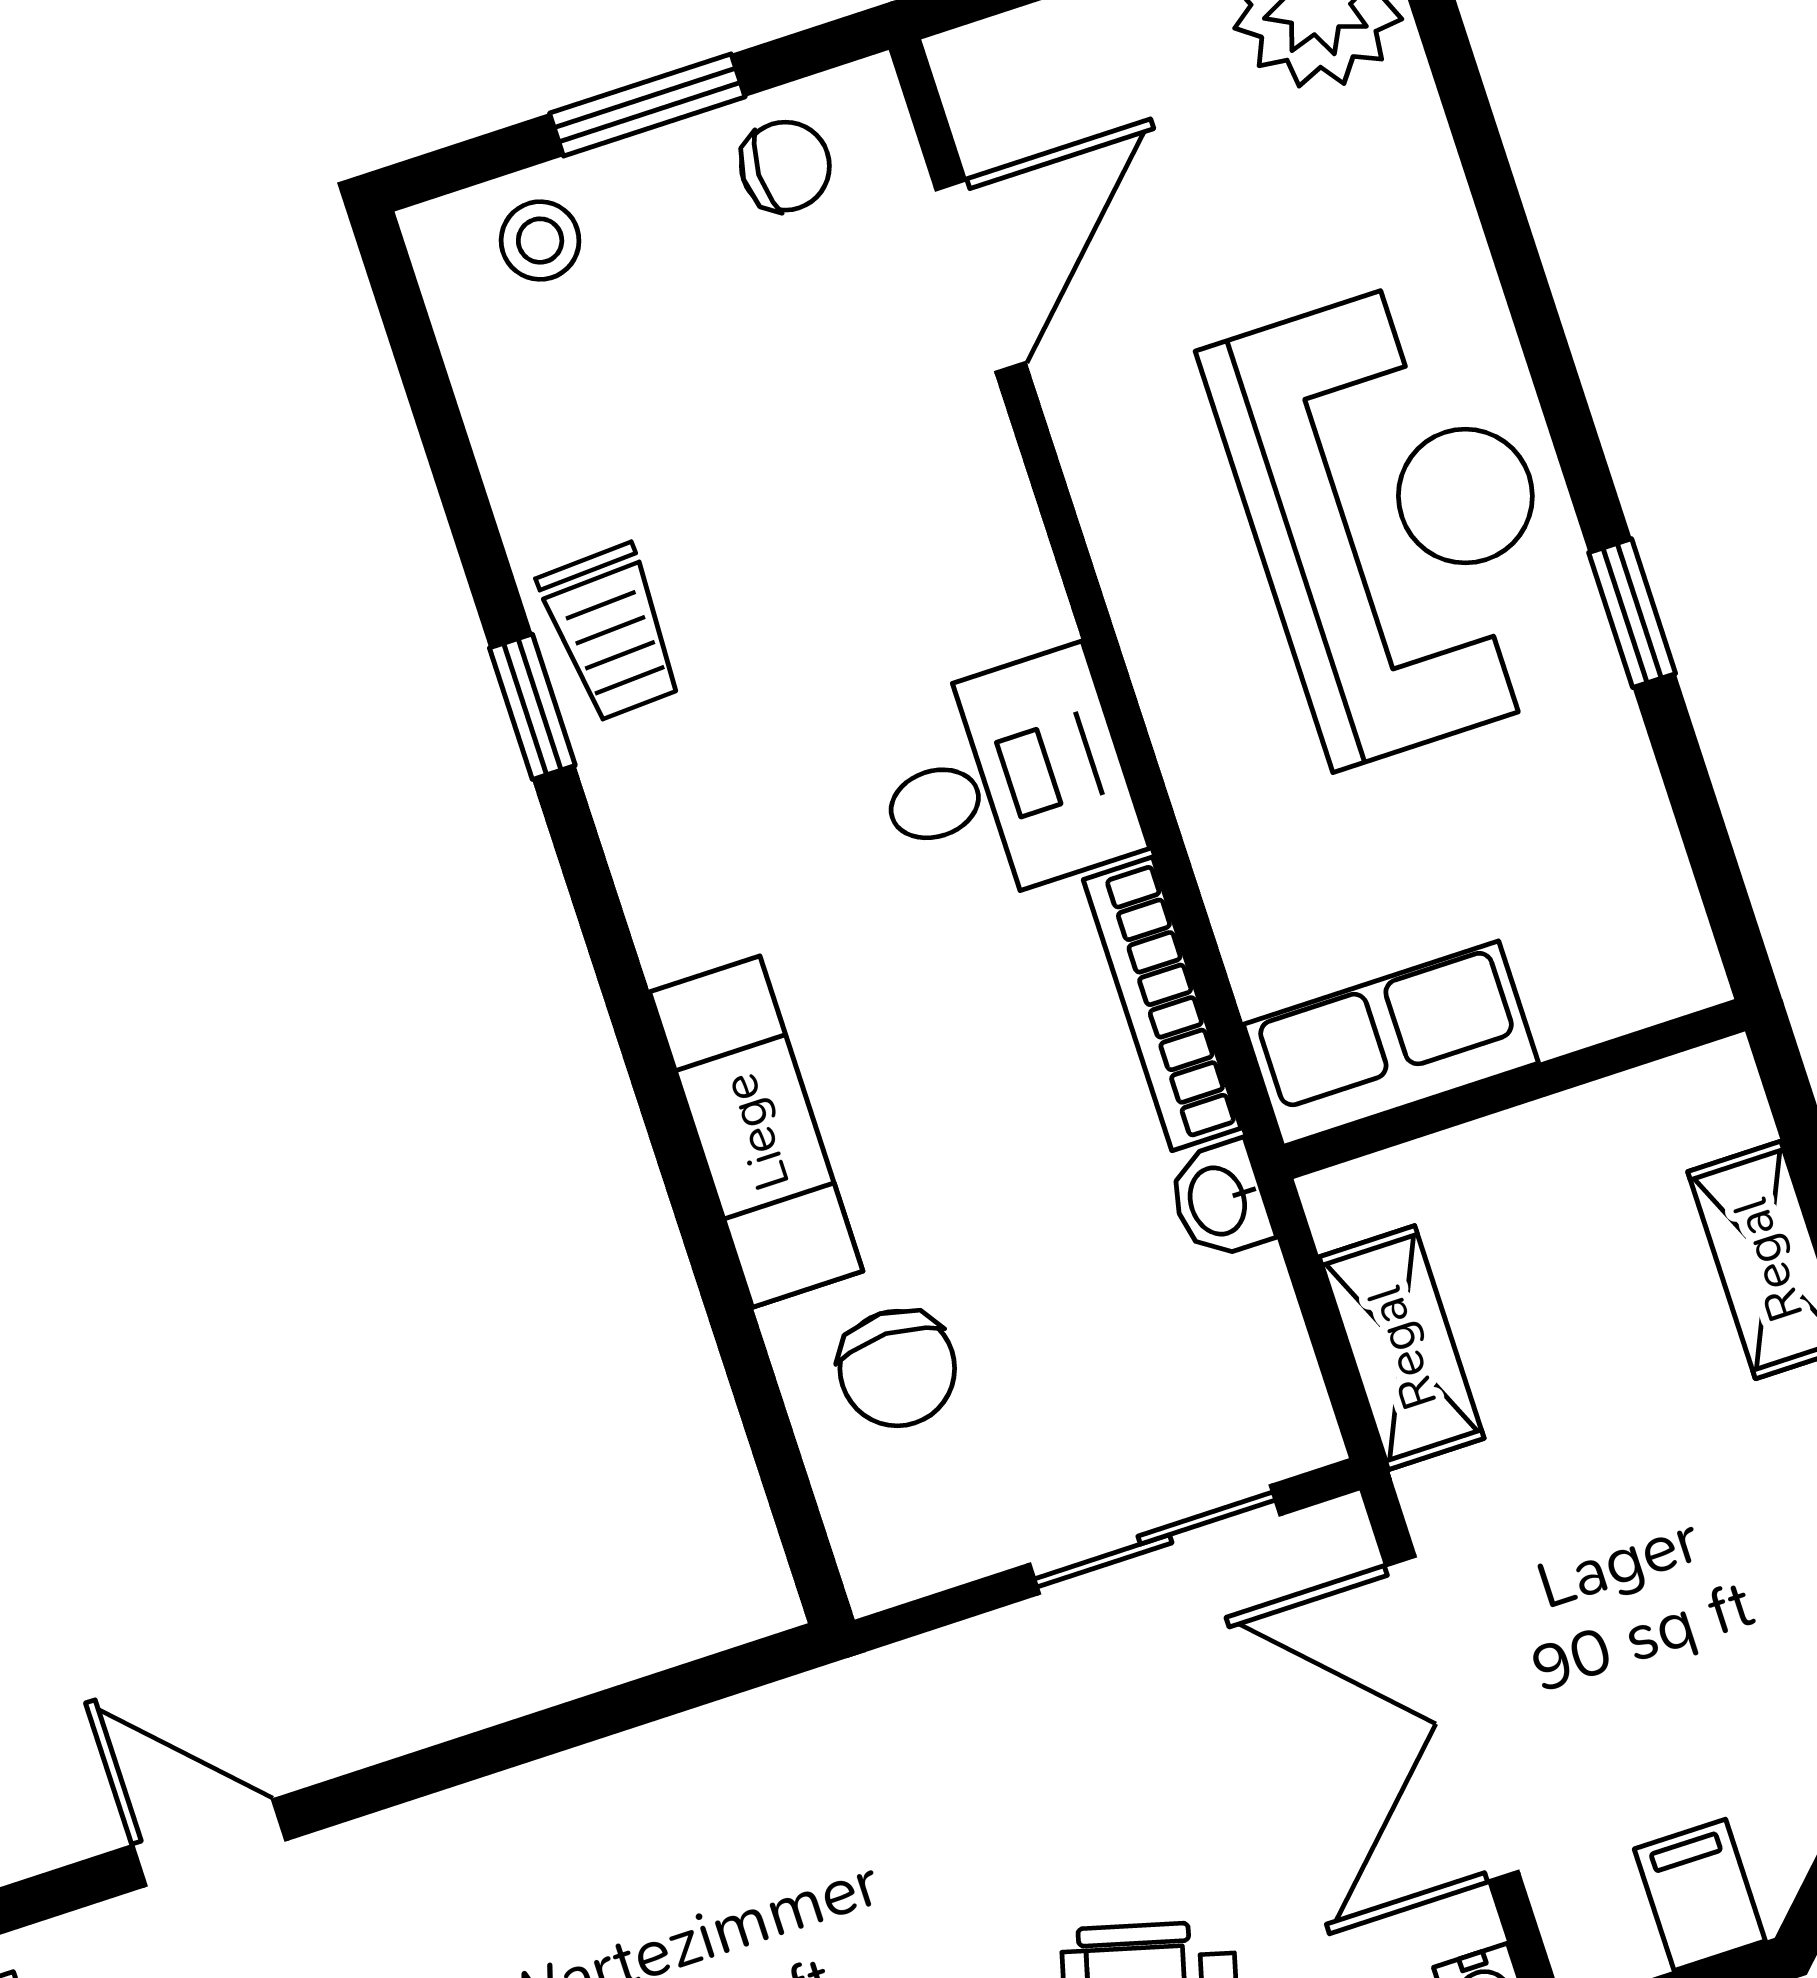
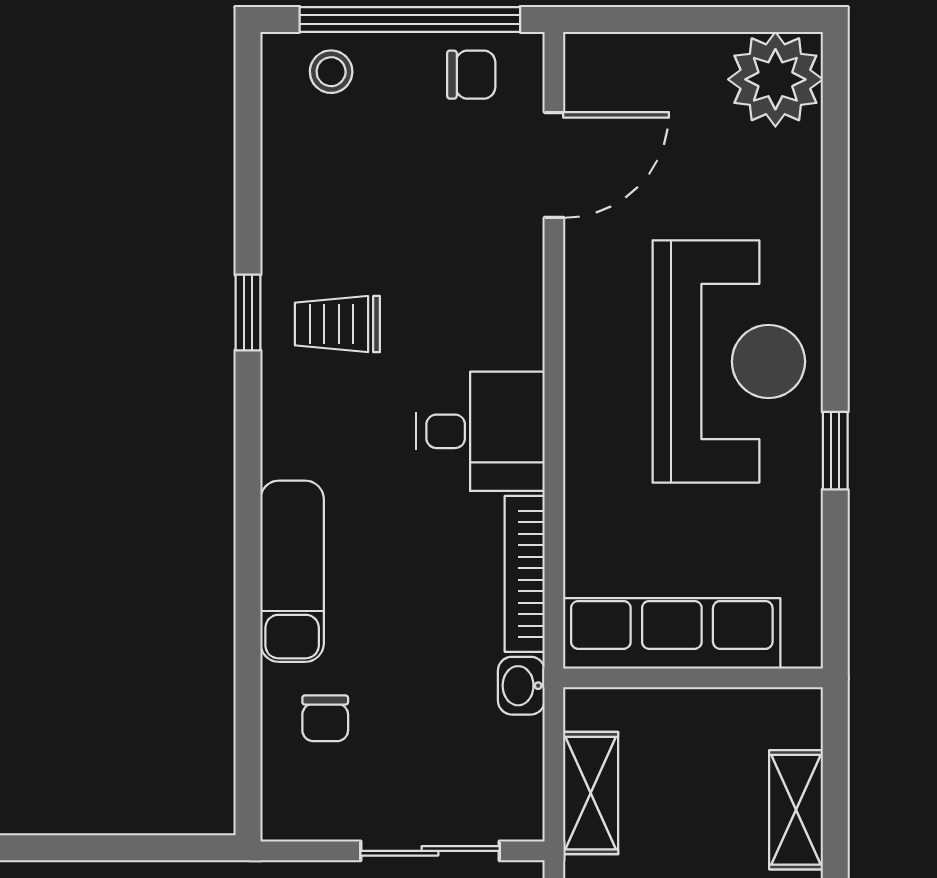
window: (647, 105) -> (410, 19), width x2.11
trolley: (611, 633) -> (337, 324), moved, turned 93
row of seats: (1391, 1044) -> (672, 633), width x1.48
chair: (897, 1368) -> (325, 718), width x0.73, depth x0.73

